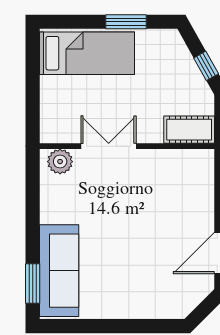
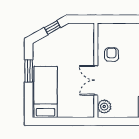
cot: (189, 130) -> (87, 37), removed
armchair: (156, 175) -> (112, 55), added

